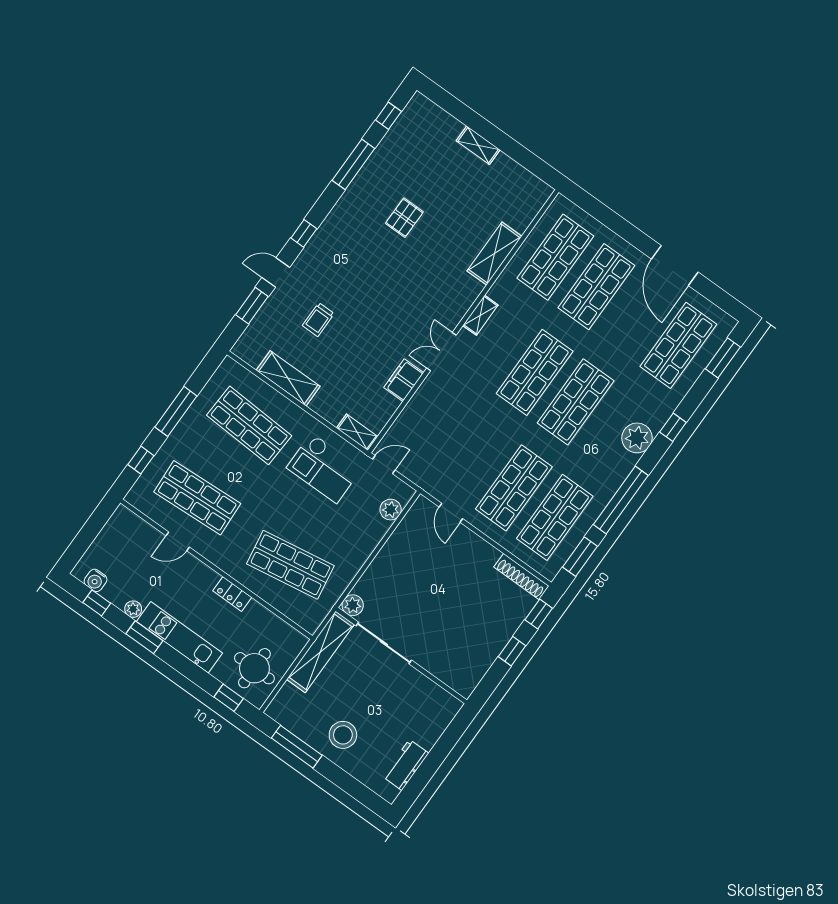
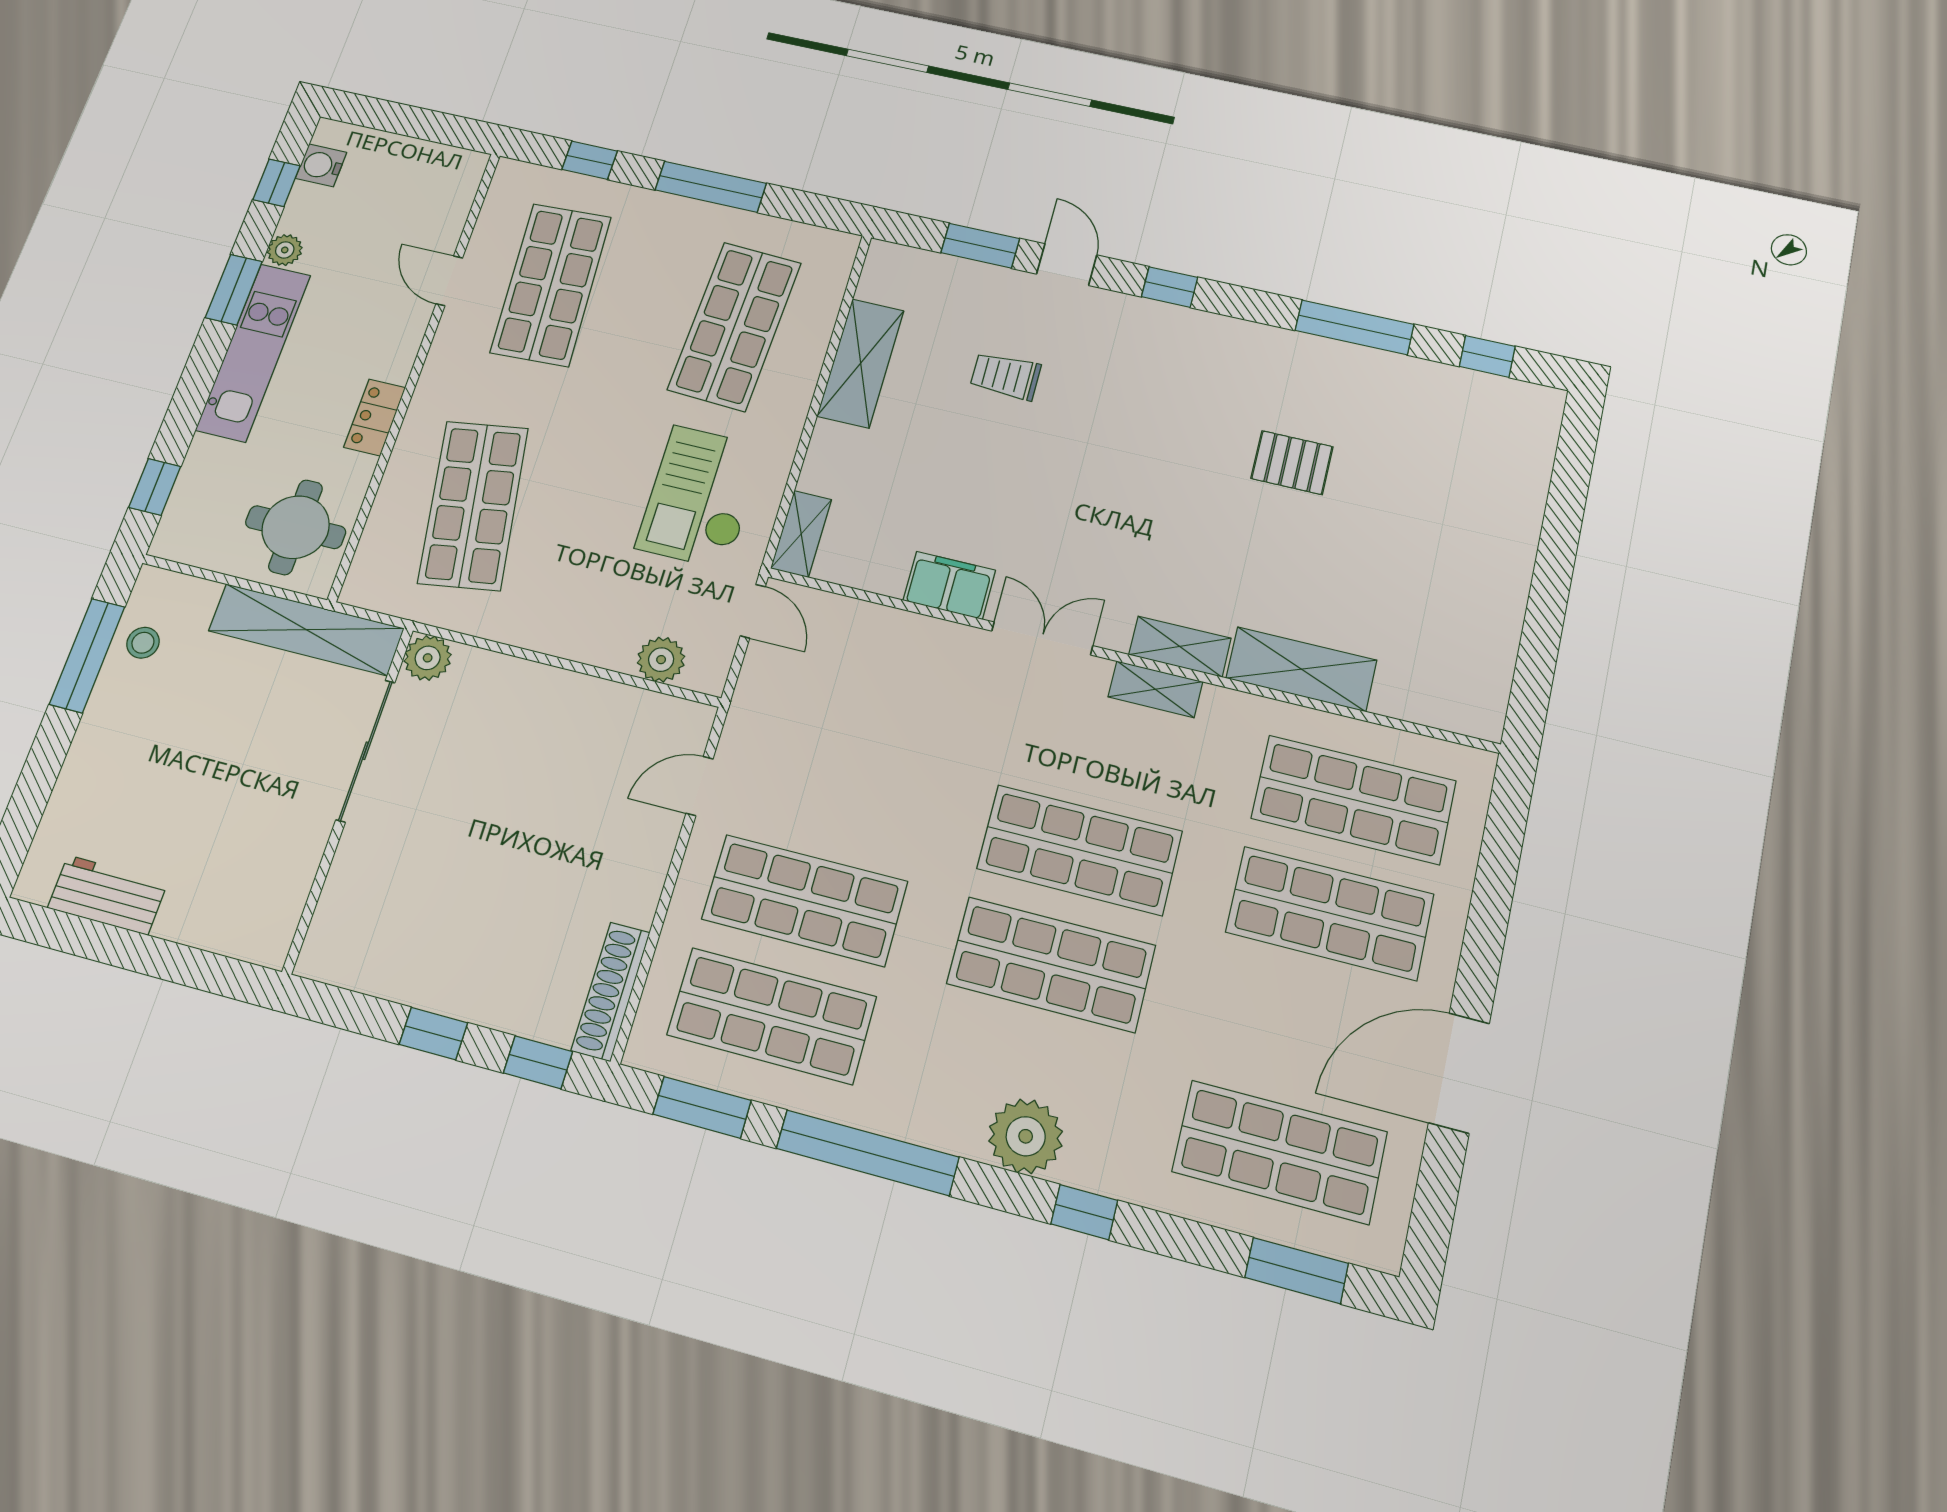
shelving: (478, 145) -> (1180, 646), moved, turned 90
round table: (254, 668) -> (296, 527), moved
stool: (343, 735) -> (143, 643), moved, width x0.53, depth x0.53

